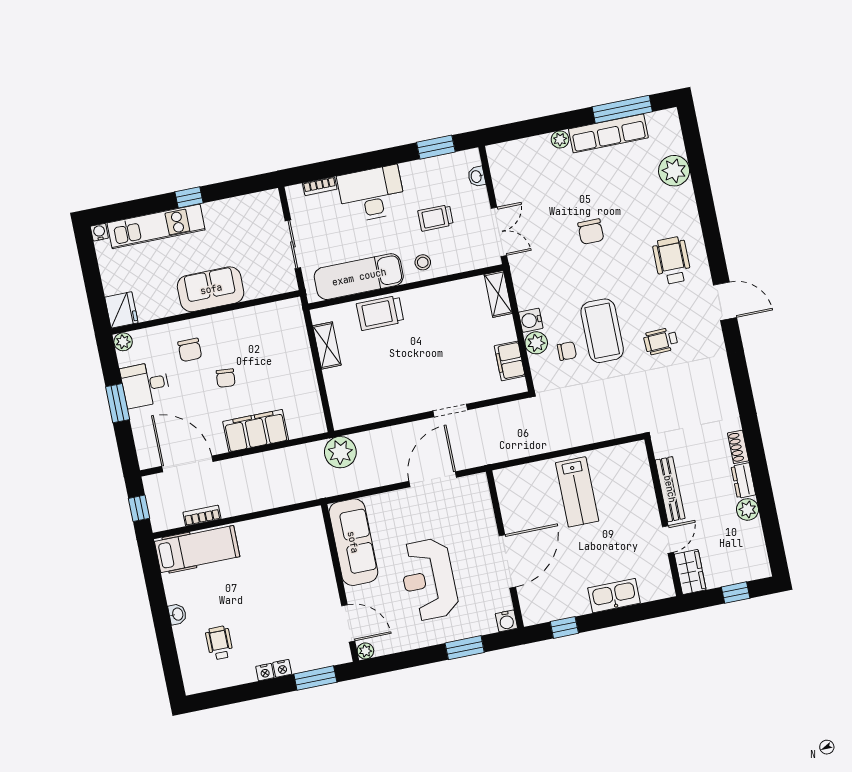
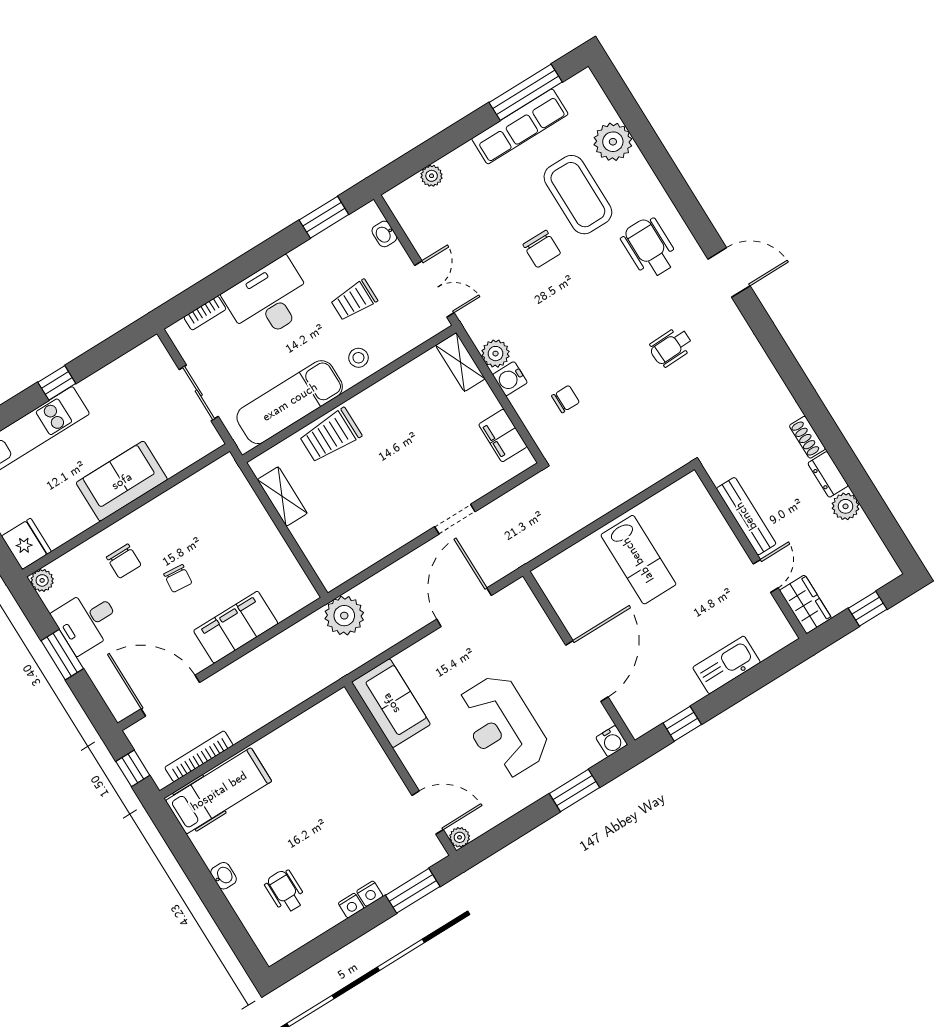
plant: (560, 139) -> (432, 176), moved
coffee table: (602, 331) -> (578, 195), moved
plant: (536, 343) -> (496, 354), moved
bookcase: (202, 516) -> (199, 756), width x1.56
sofa: (353, 542) -> (391, 703), width x0.73

